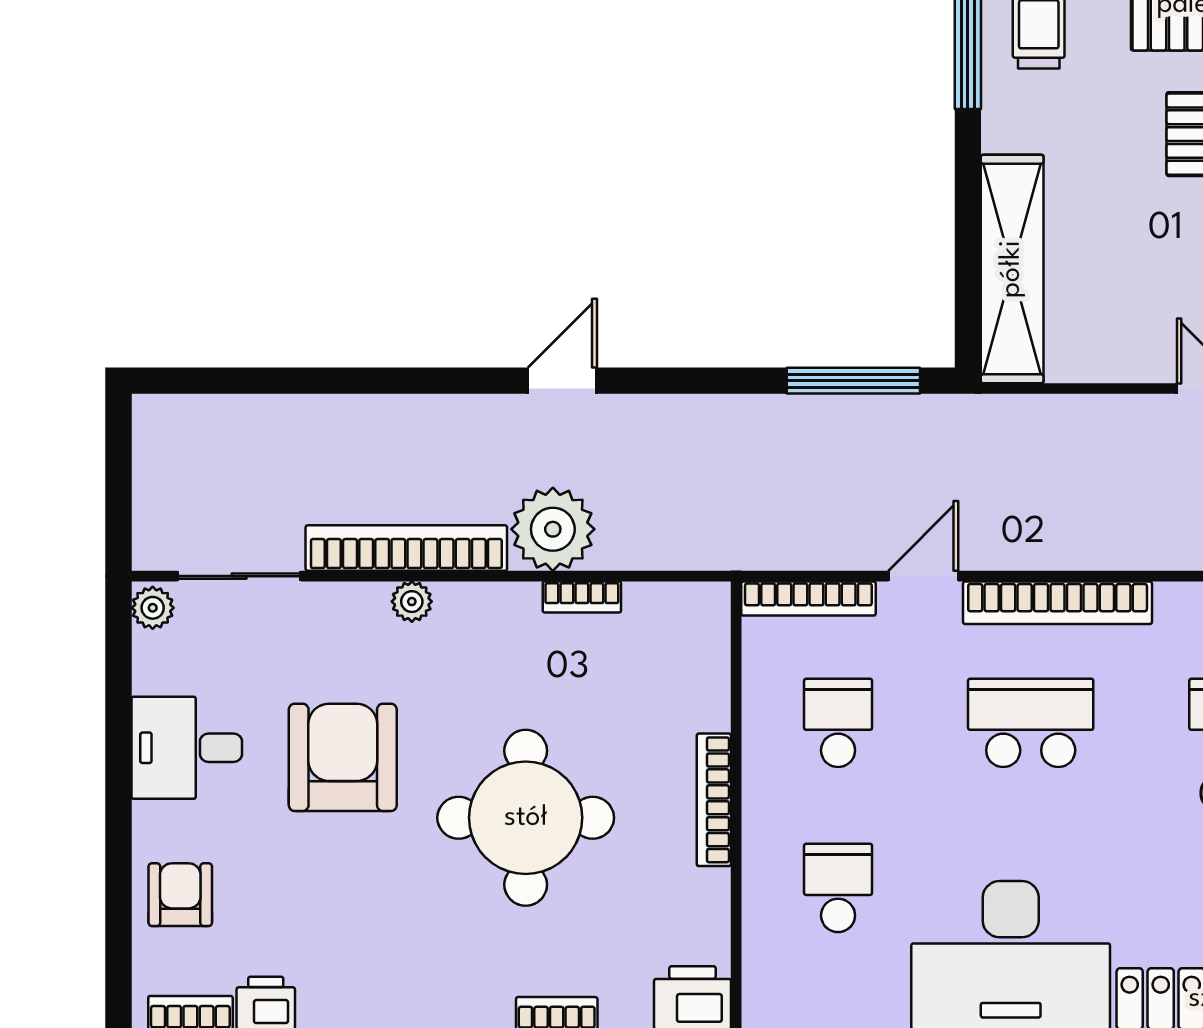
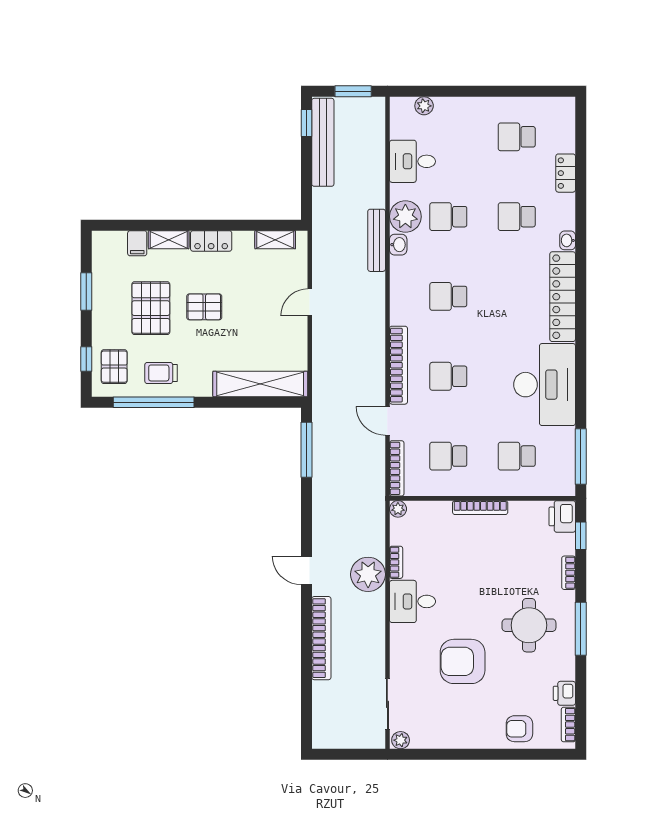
bookcase: (406, 548) -> (321, 638), moved, turned 180
plant: (412, 602) -> (398, 509), moved
school desk: (1031, 723) -> (448, 376), width x0.54
desk: (187, 748) -> (412, 601), moved, turned 90
round table: (526, 818) -> (529, 625), moved, width x0.73, depth x0.73

